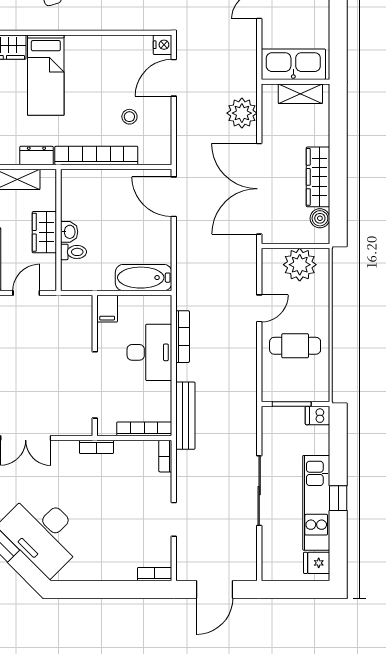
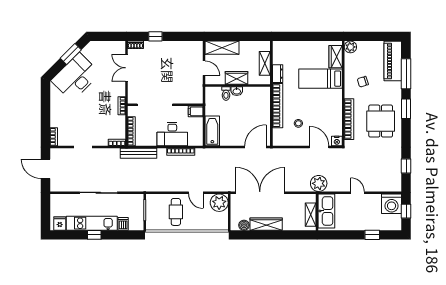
bookcase: (122, 22) -> (349, 119), added
plant: (242, 113) -> (319, 183), moved
plant: (300, 265) -> (219, 203), moved
dishwasher: (317, 415) -> (123, 224), moved

